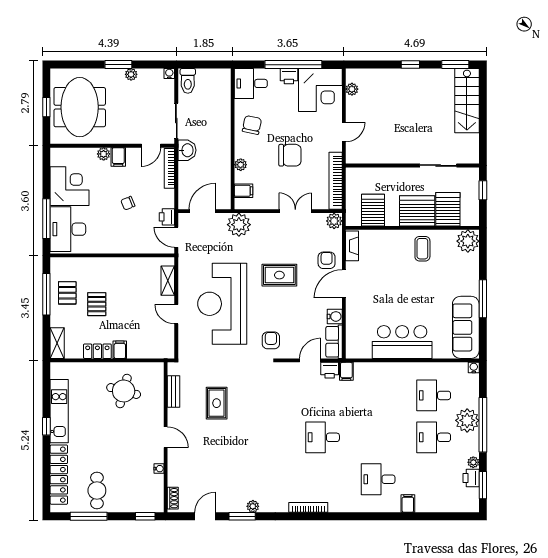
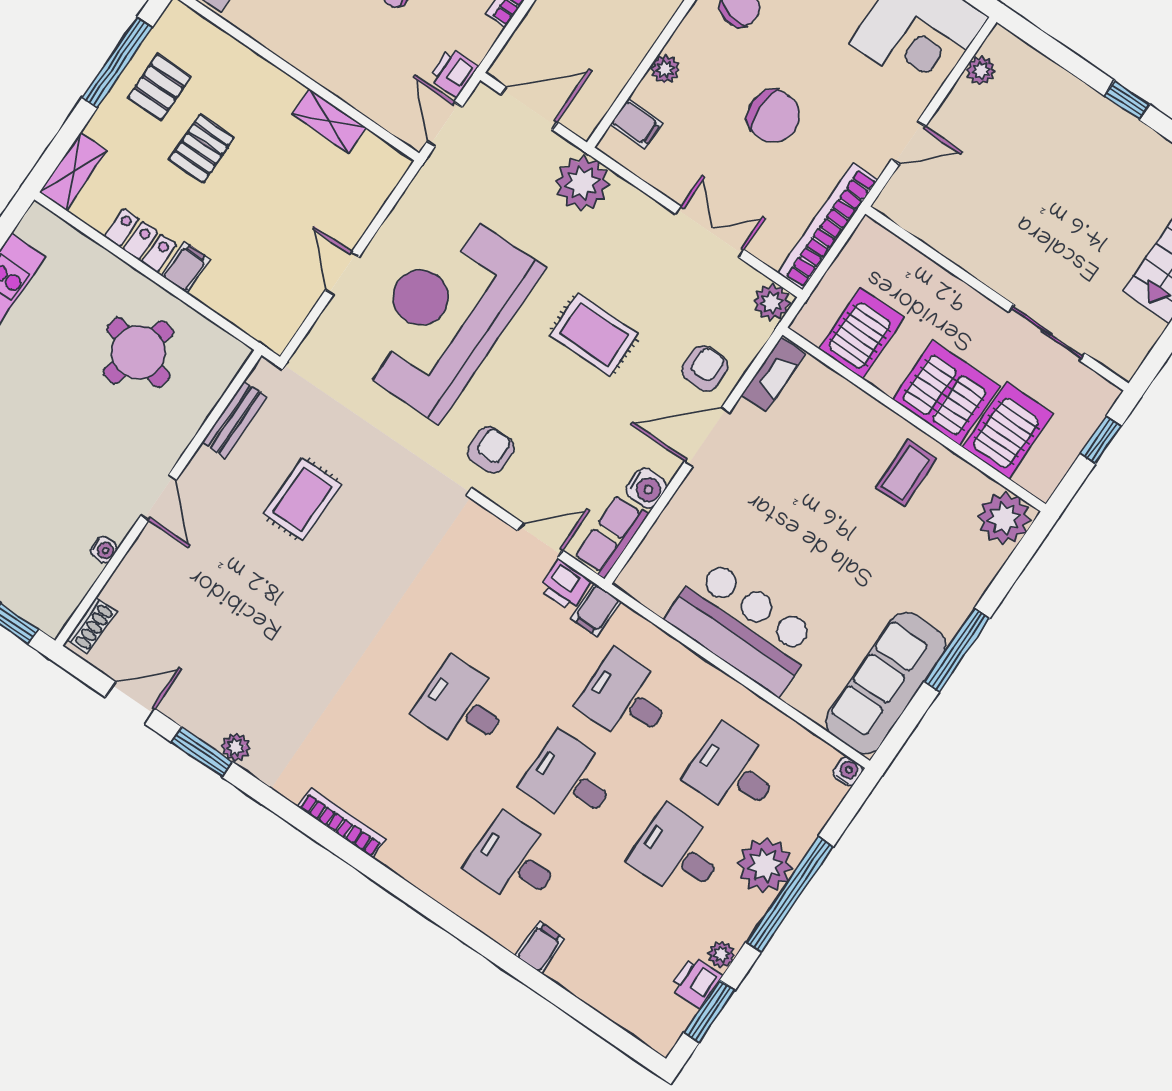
shelving: (168, 281) -> (329, 121), moved, turned 90
desk: (378, 395) -> (626, 698), added
desk: (378, 437) -> (570, 780), added

